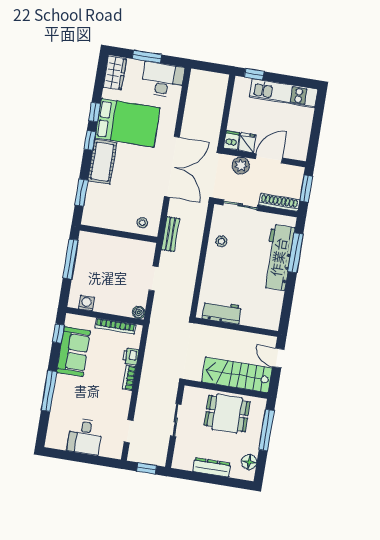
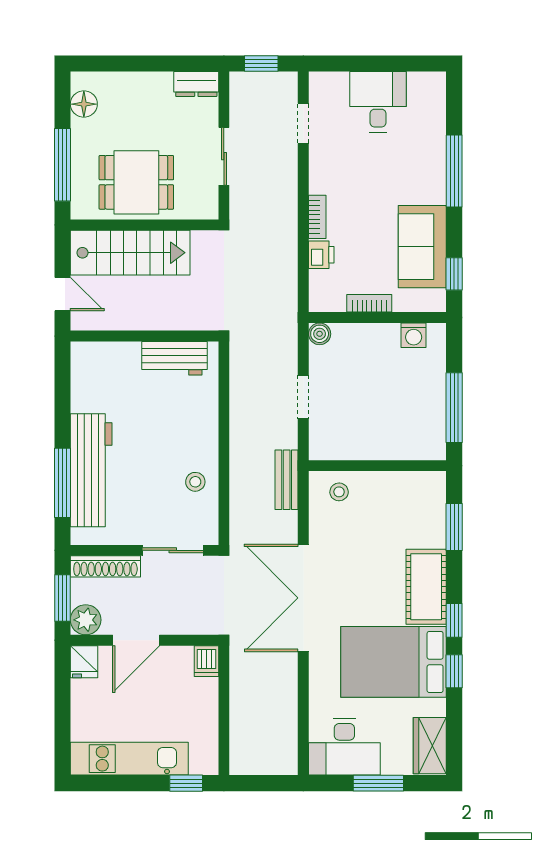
fridge: (247, 143) -> (84, 662), moved
plant: (241, 165) -> (86, 620), moved
bookcase: (115, 326) -> (369, 303), width x0.64
dresser: (212, 467) -> (196, 84), moved, width x0.70

